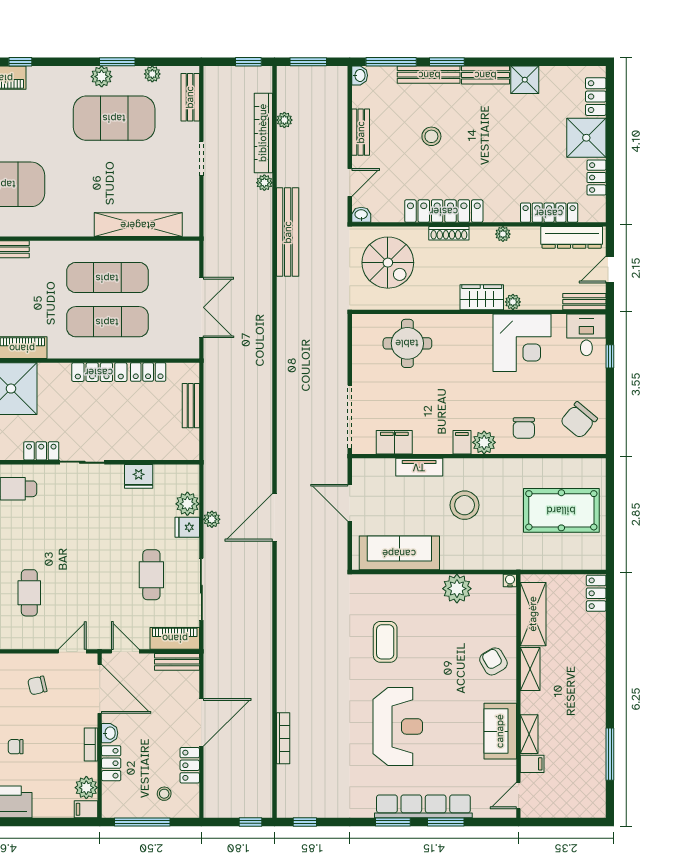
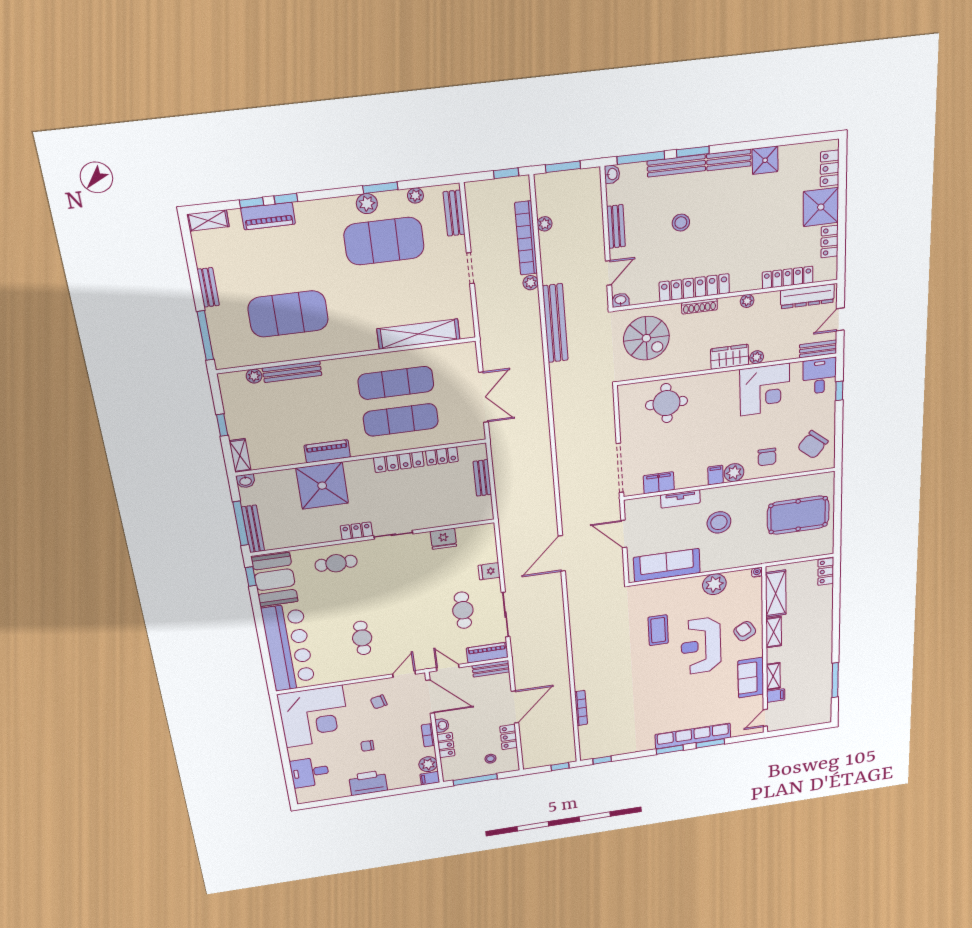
plant: (187, 504) -> (487, 554), removed
plant: (212, 519) -> (509, 562), removed
reception desk: (398, 726) -> (701, 646), moved, turned 180

